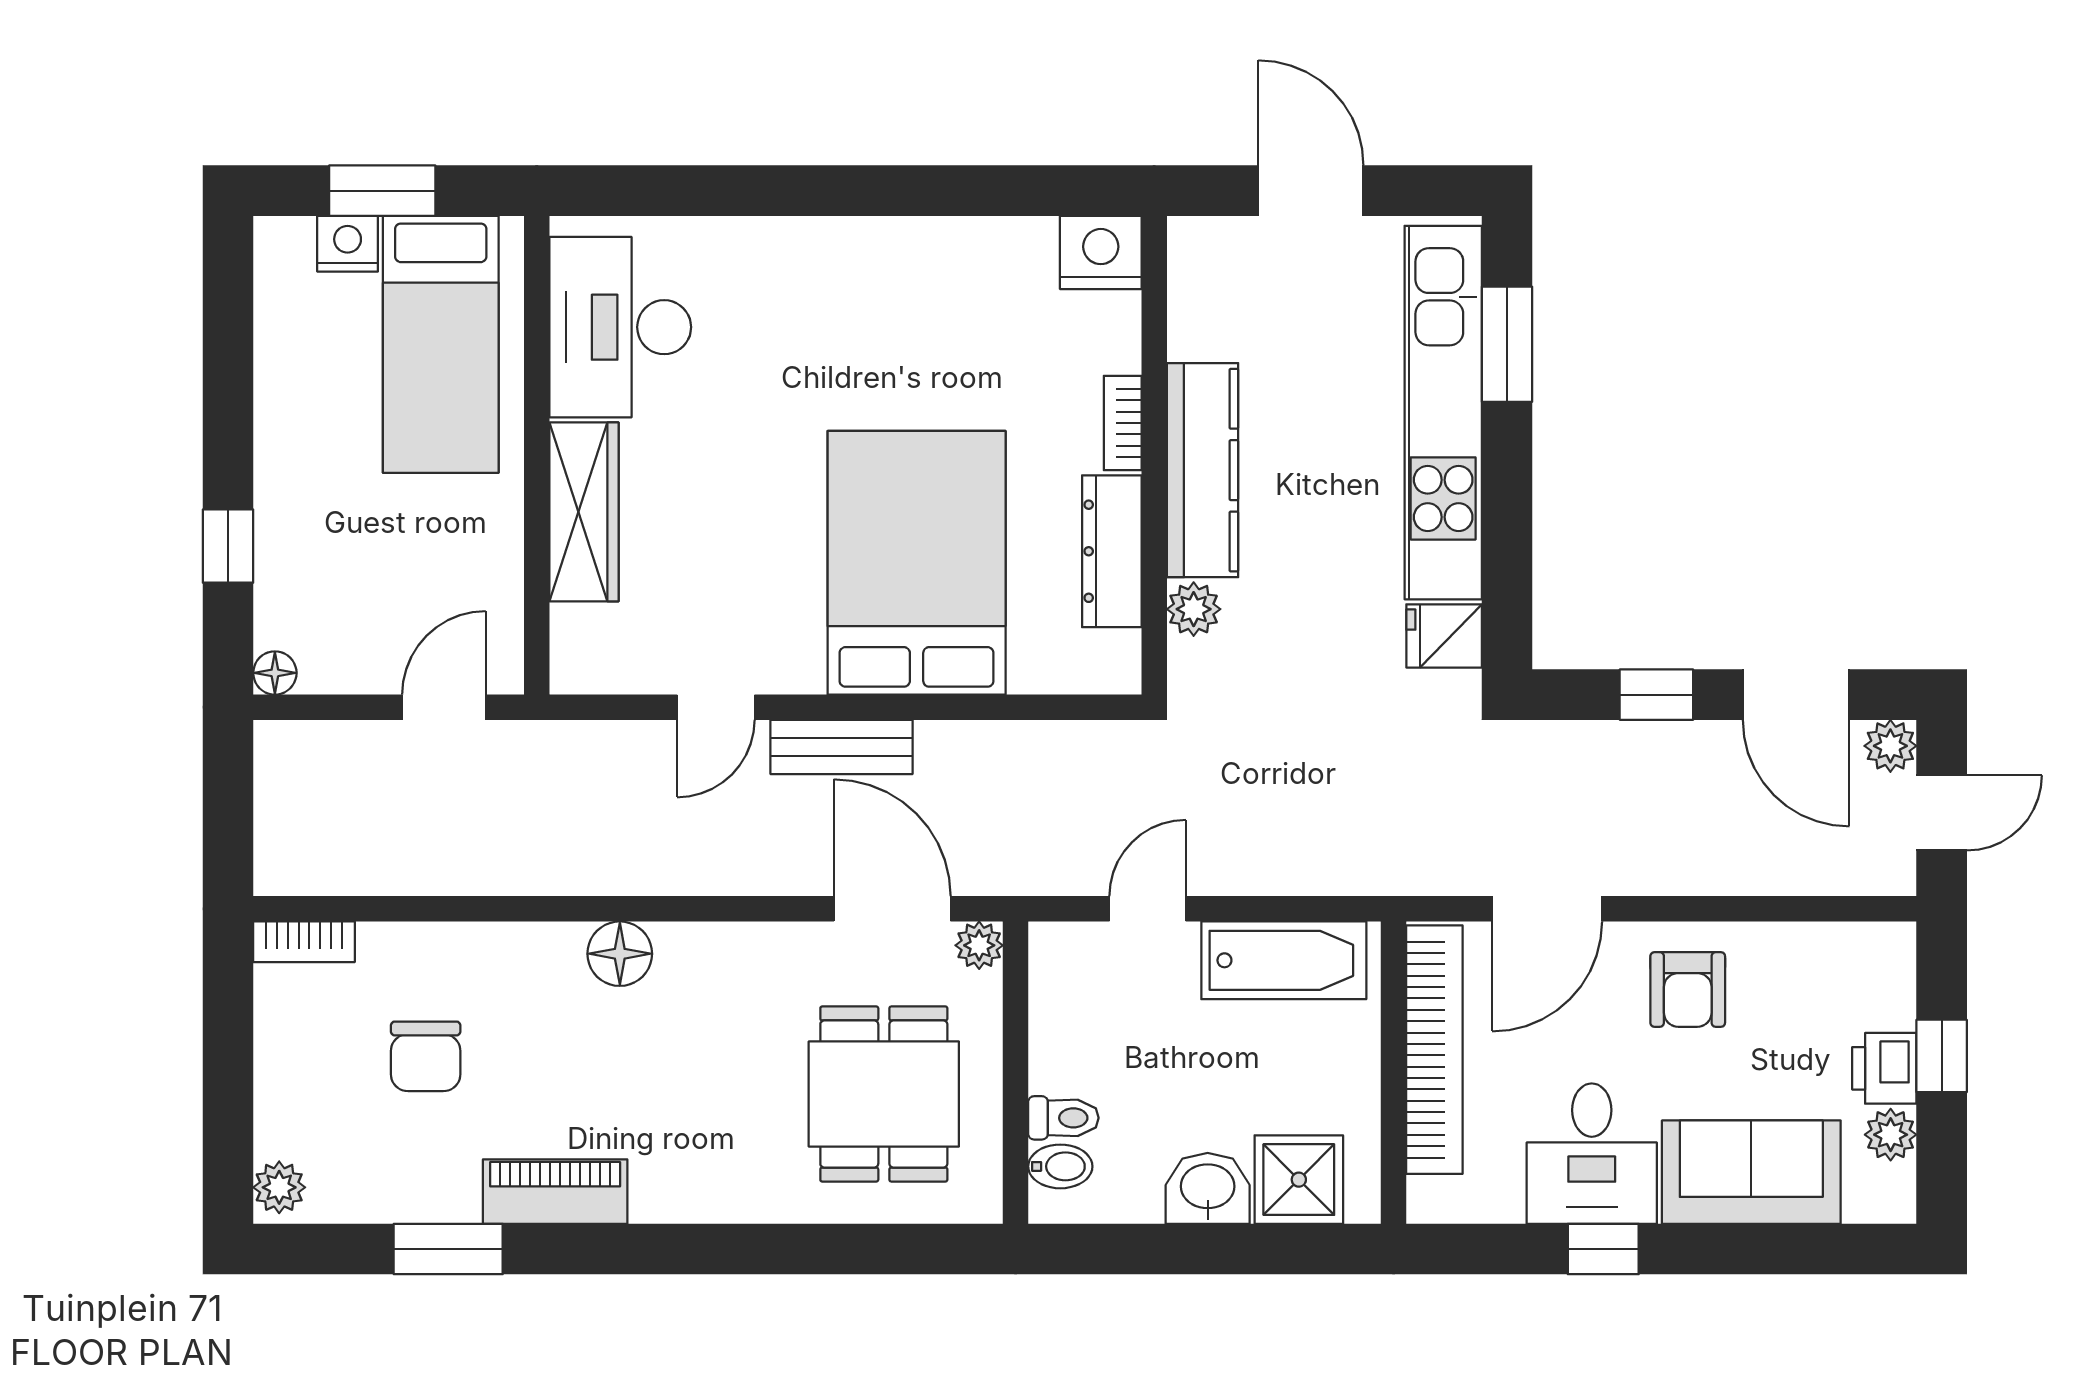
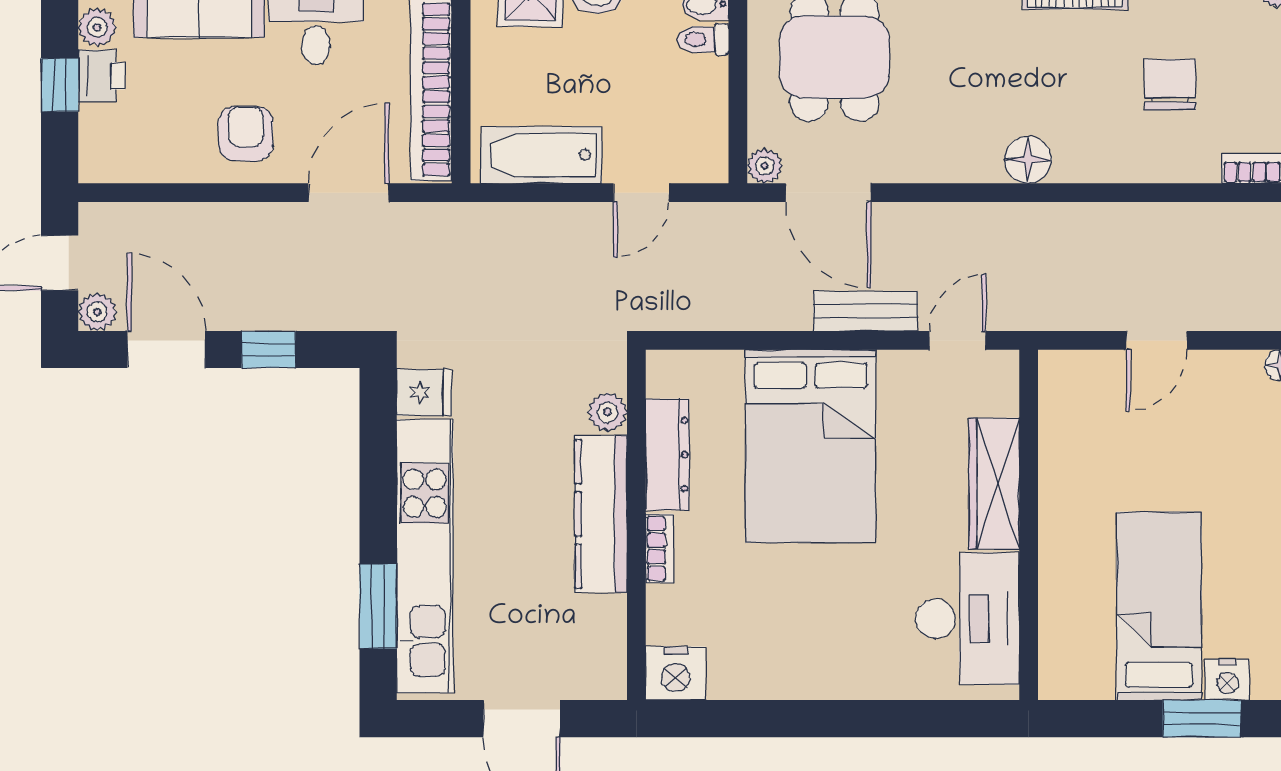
desk: (620, 327) -> (968, 619), moved
wall: (537, 455) -> (1029, 525), moved
wardrobe: (584, 512) -> (994, 483), moved

